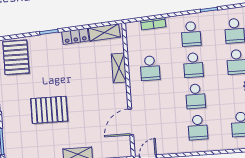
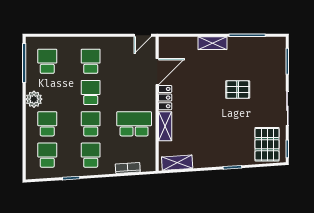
locker: (75, 36) -> (165, 98), moved, turned 94
school desk: (150, 68) -> (134, 124), width x1.85
pallet: (49, 110) -> (238, 90), width x0.67, depth x0.71

